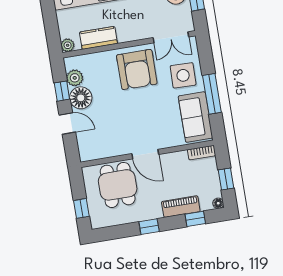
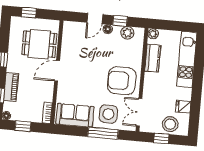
window: (212, 94) -> (103, 133), moved
floor lamp: (81, 98) -> (108, 29), width x0.53, depth x0.53

